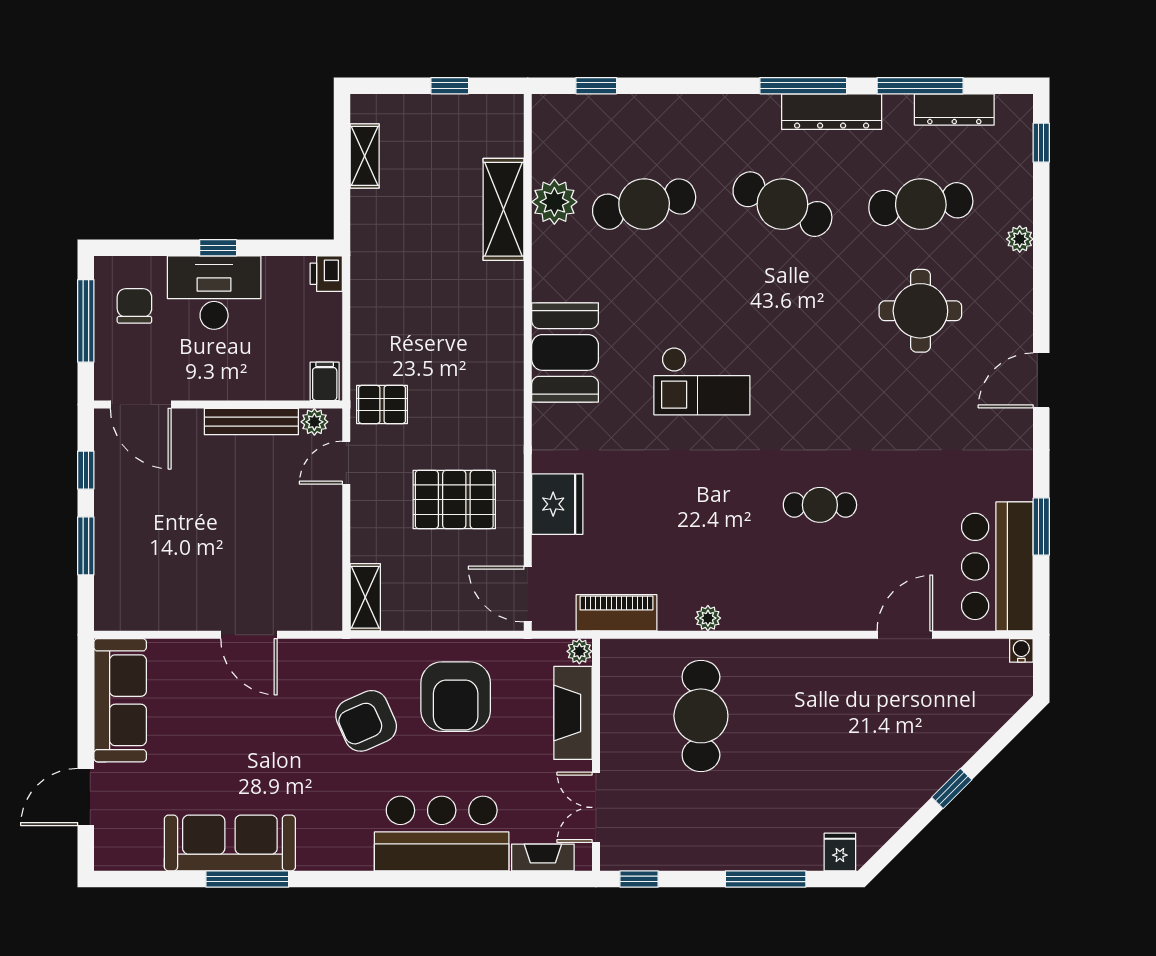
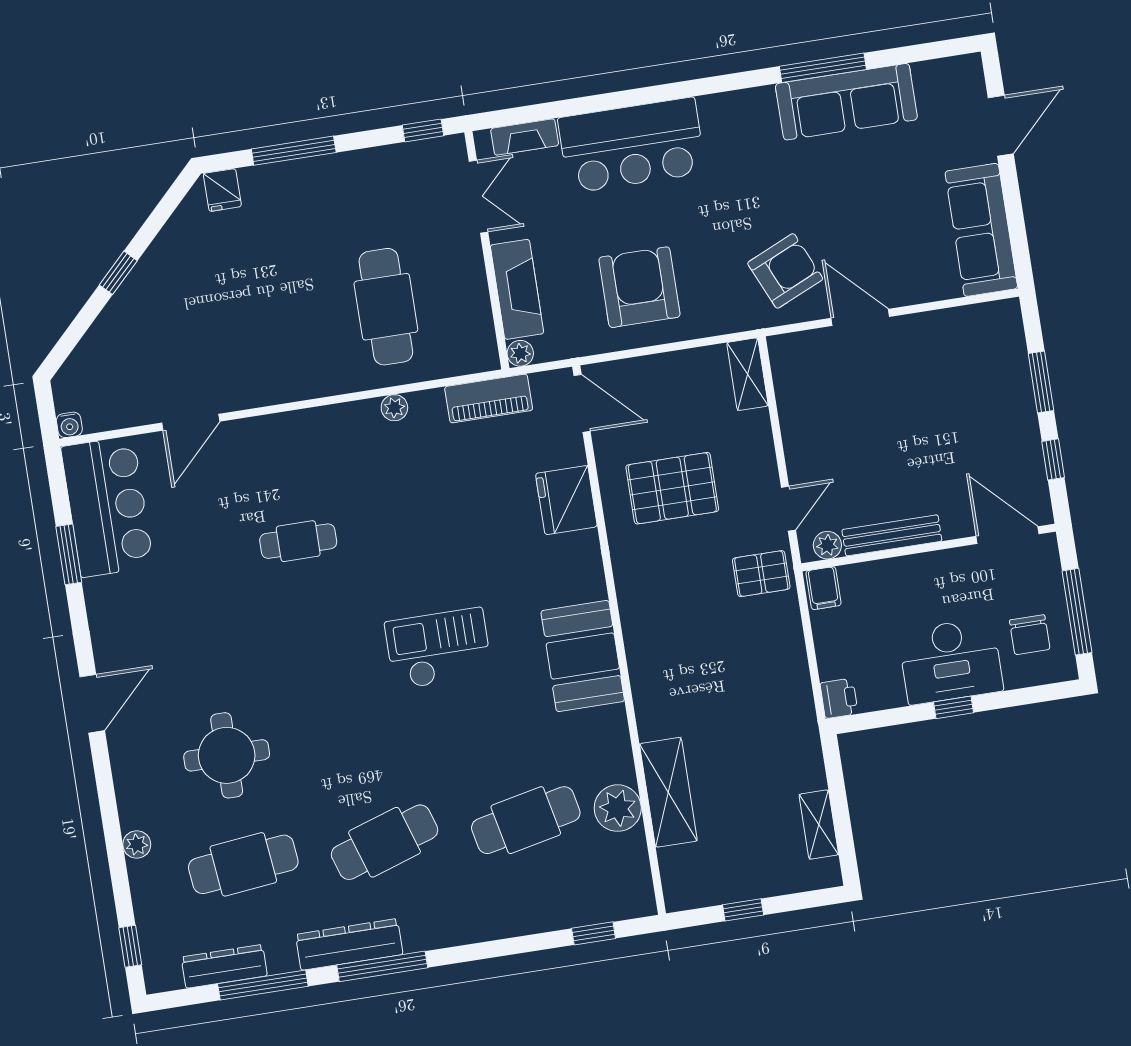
cafe table: (782, 204) -> (385, 842), turned -42
armchair: (366, 721) -> (785, 271), moved

